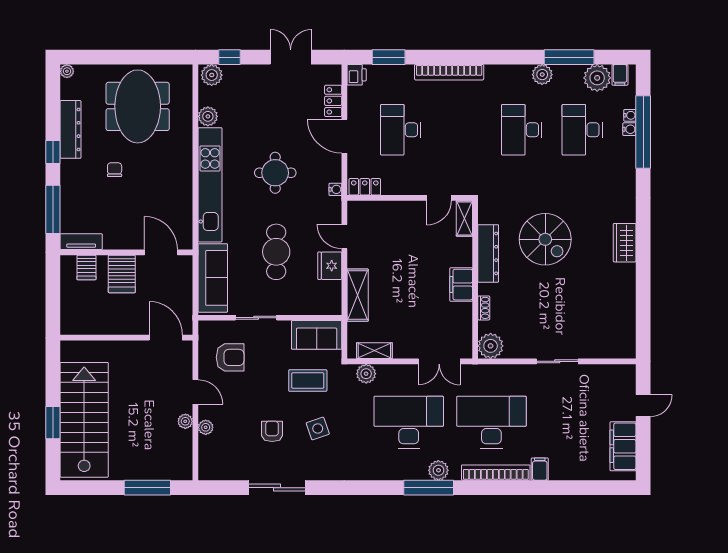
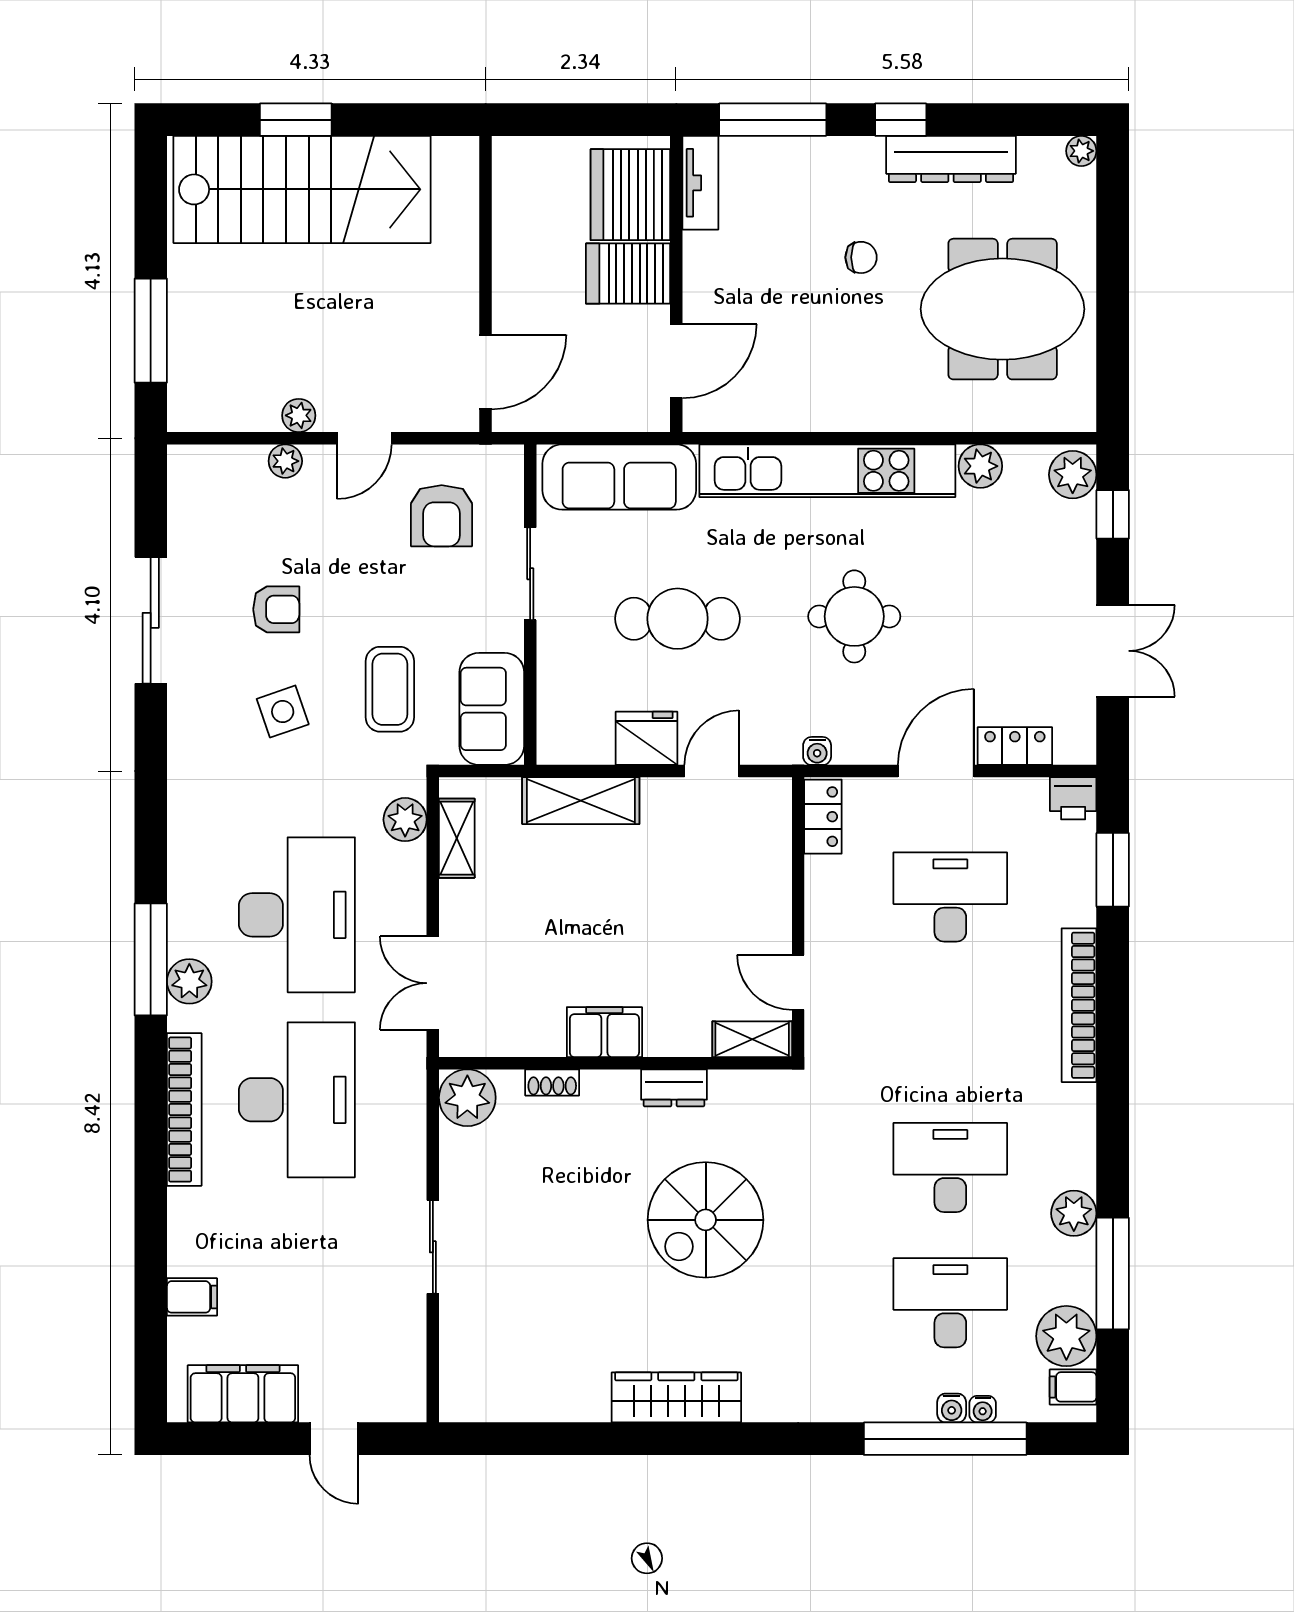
wardrobe: (625, 243) -> (676, 1397), width x1.50
dresser: (488, 253) -> (674, 1088), width x0.51, depth x0.80
server rack: (86, 267) -> (630, 195), width x2.18, depth x1.44
filing cabinet: (540, 469) -> (192, 1297), moved

